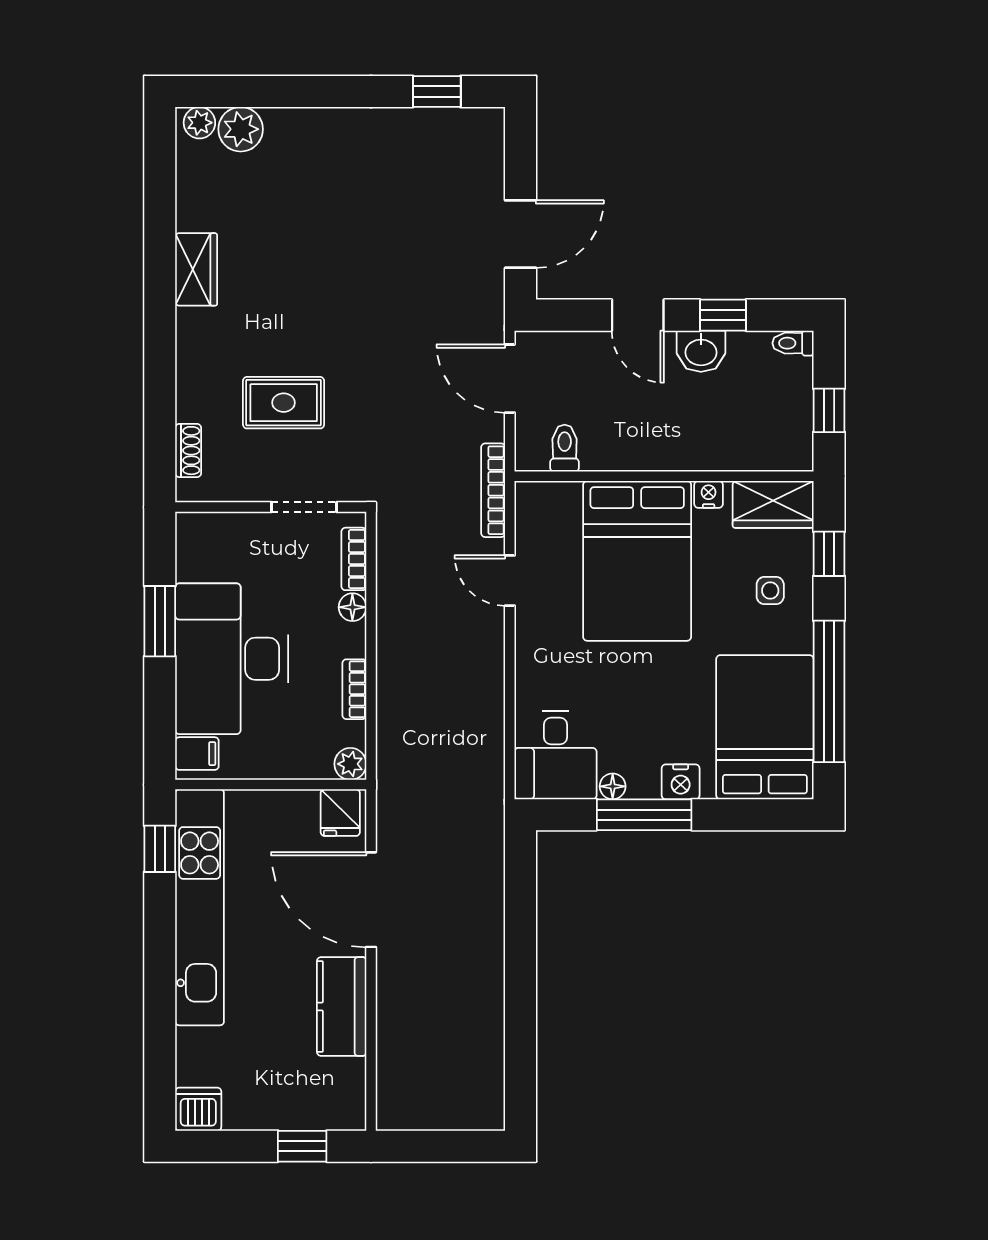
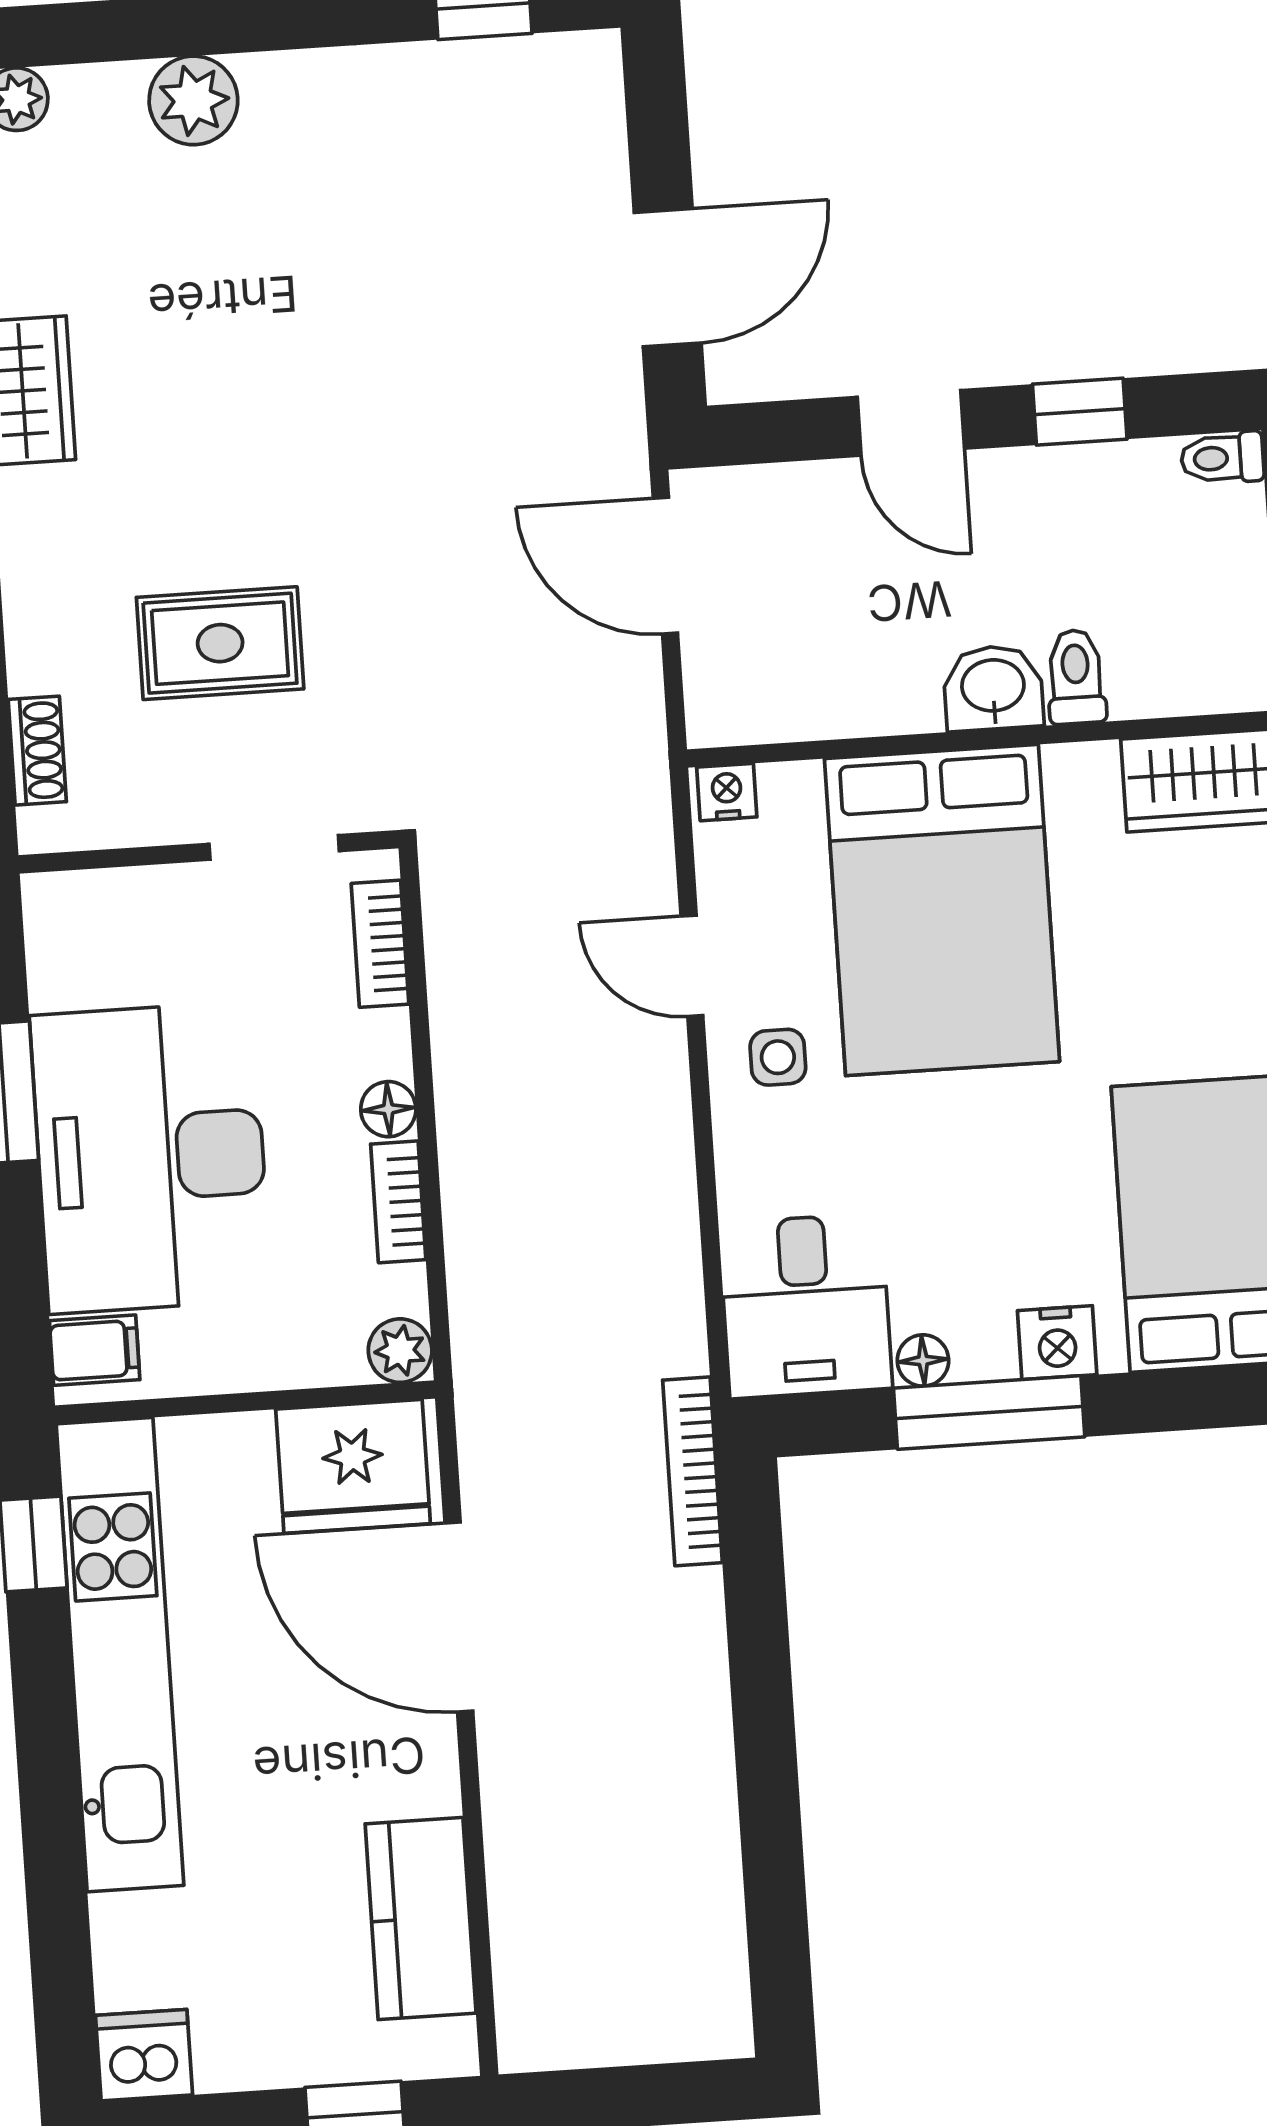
plant: (241, 129) -> (193, 100), moved
washbasin: (701, 351) -> (993, 688), moved, turned 180
toilet: (565, 448) -> (1076, 677), moved
bookcase: (493, 490) -> (692, 1471), moved
nightstand: (709, 494) -> (727, 792), moved
side table: (770, 591) -> (778, 1057), moved
floor lamp: (352, 607) -> (388, 1109), moved
fridge: (340, 813) -> (353, 1466), width x1.88, depth x1.34
kitchen counter: (342, 1006) -> (421, 1919), moved

